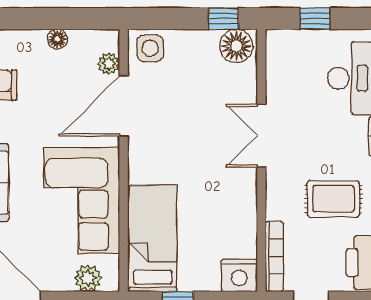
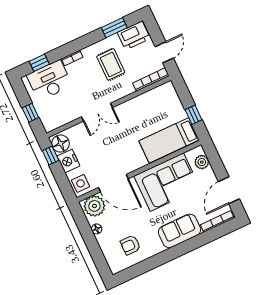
plant: (109, 64) -> (94, 206), width x1.88, depth x1.88
nightstand: (239, 275) -> (68, 161), moved, turned 180

